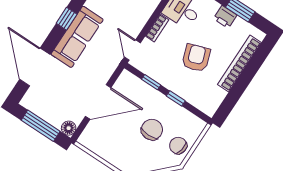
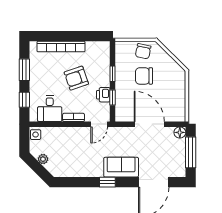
printer: (225, 17) -> (103, 95), moved, turned 180
sofa: (77, 37) -> (121, 167), width x0.73

